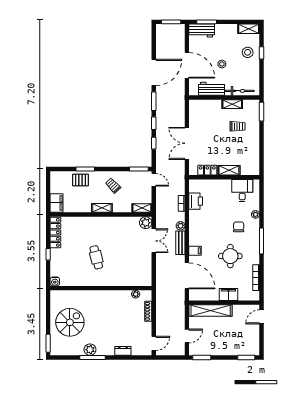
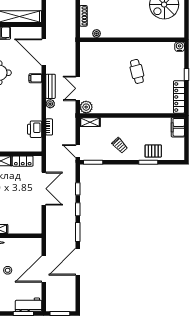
door: (187, 65) -> (44, 269), hinge flipped
workbench: (212, 89) -> (18, 245), removed
shelving: (102, 208) -> (131, 122), removed

